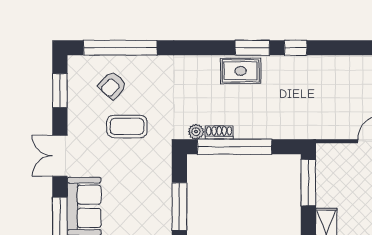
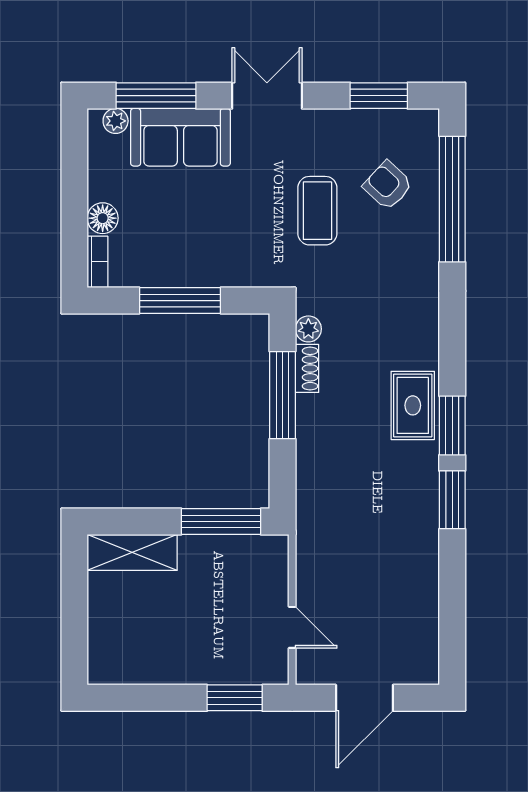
window: (296, 48) -> (452, 500), width x1.50
window: (235, 147) -> (283, 395), width x0.68

